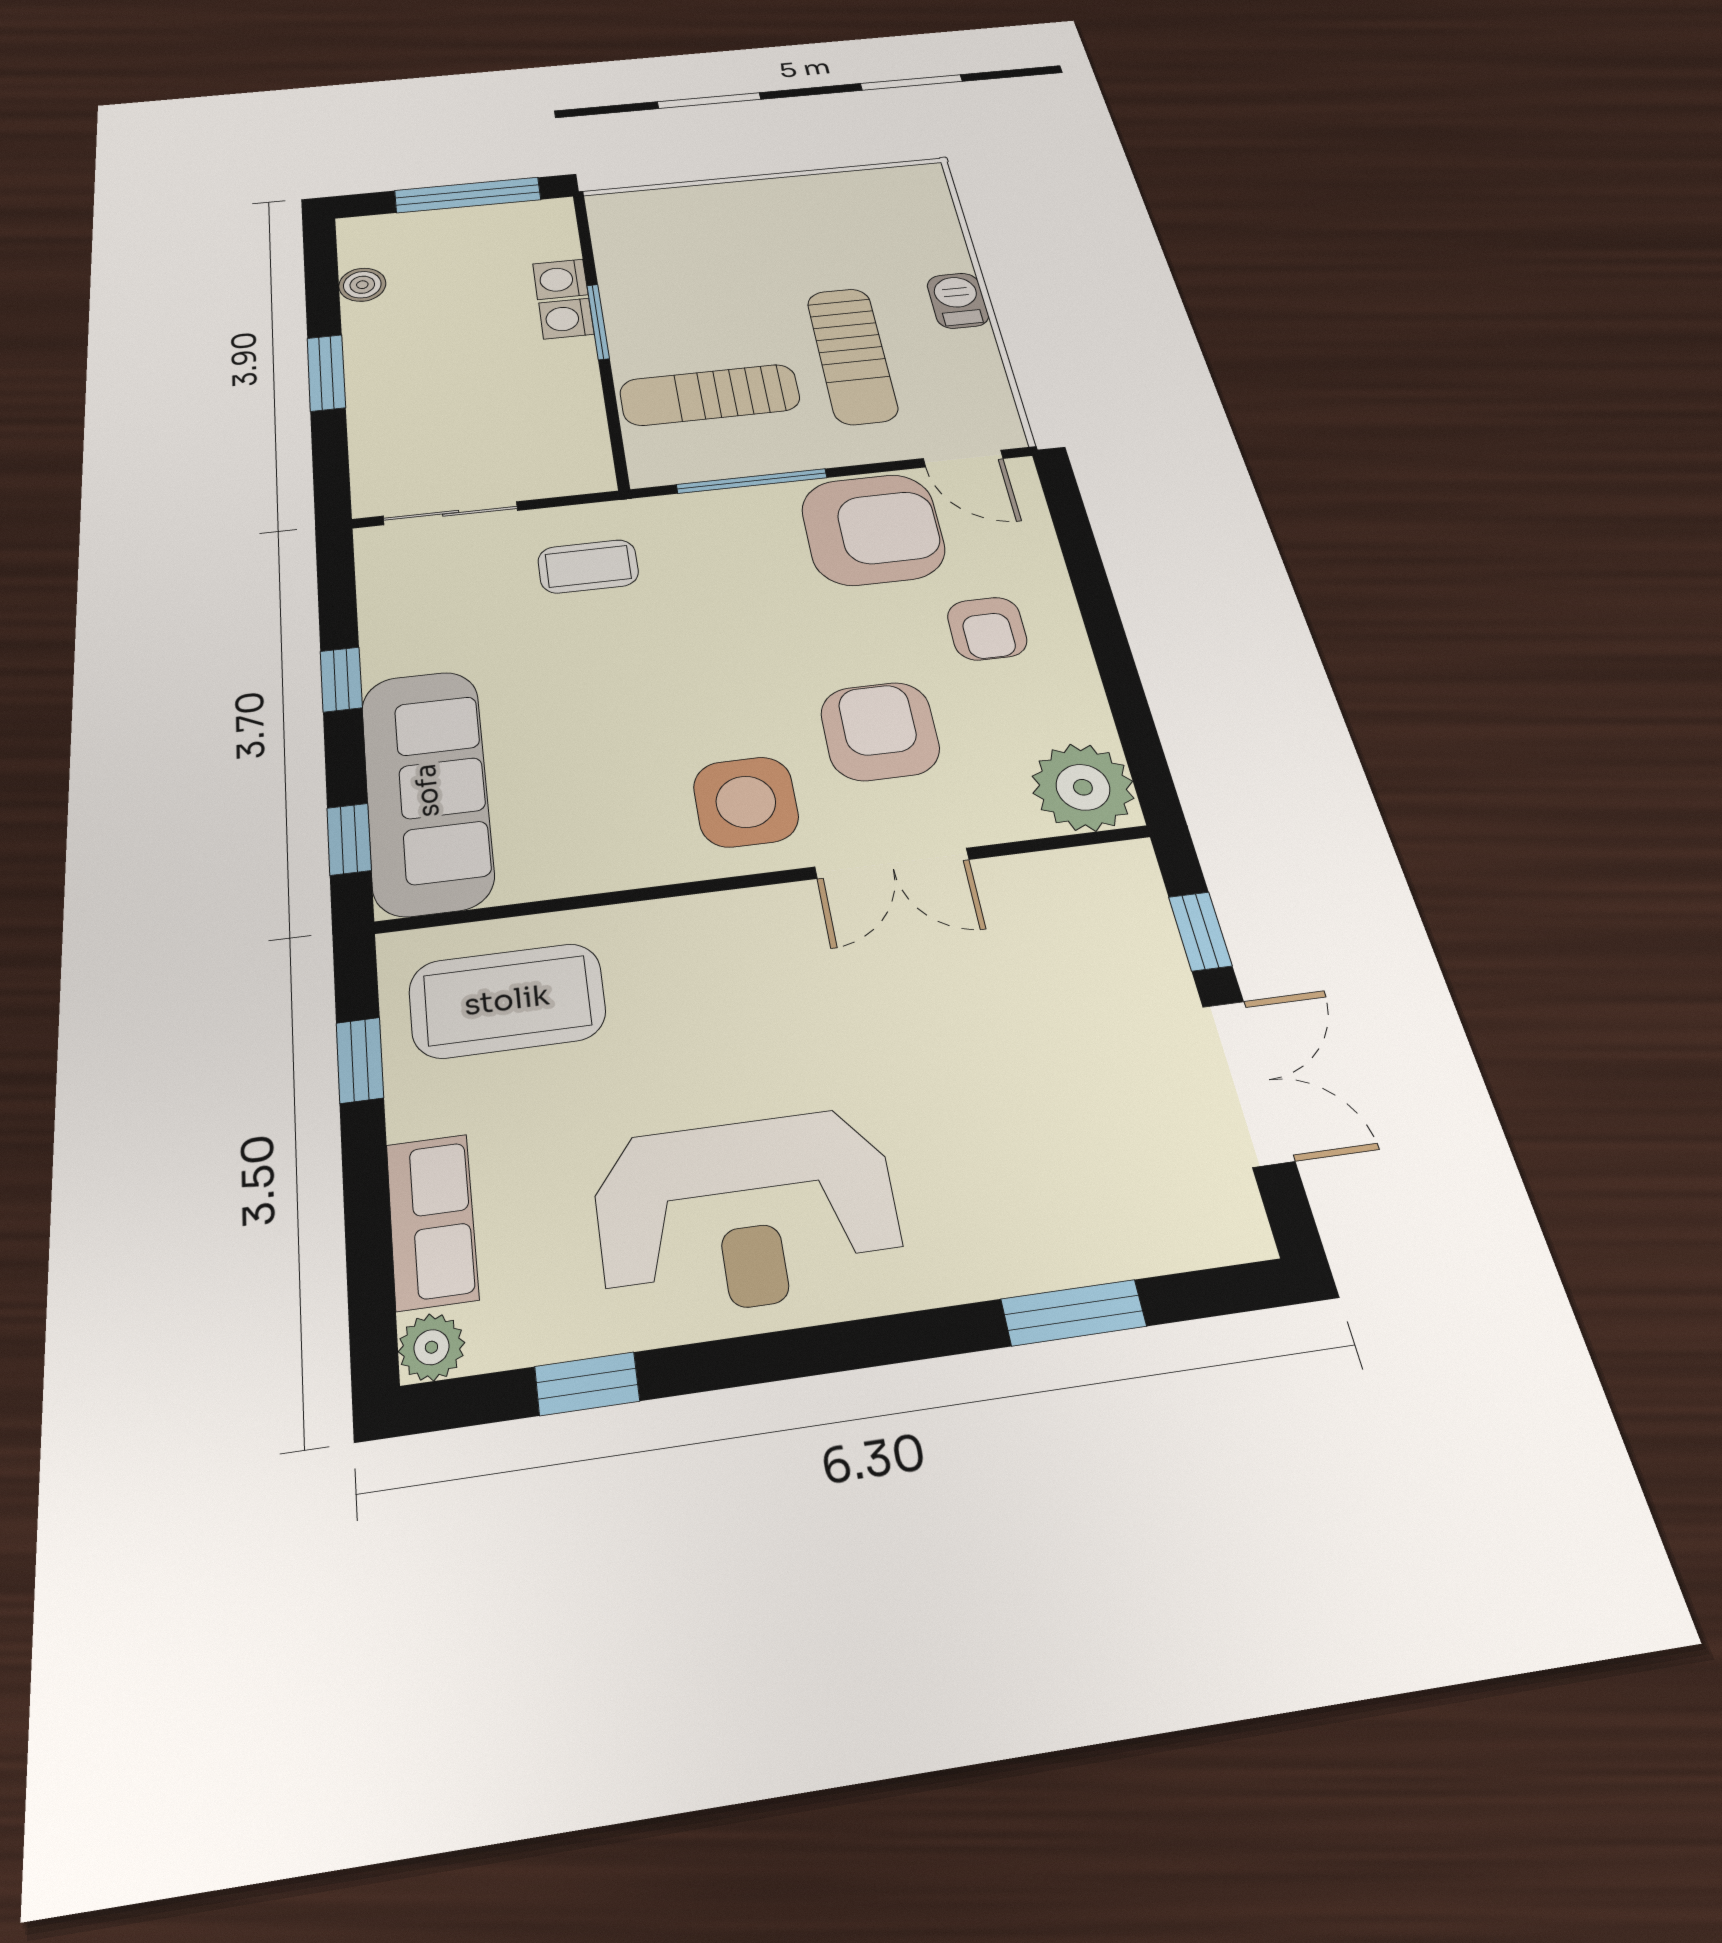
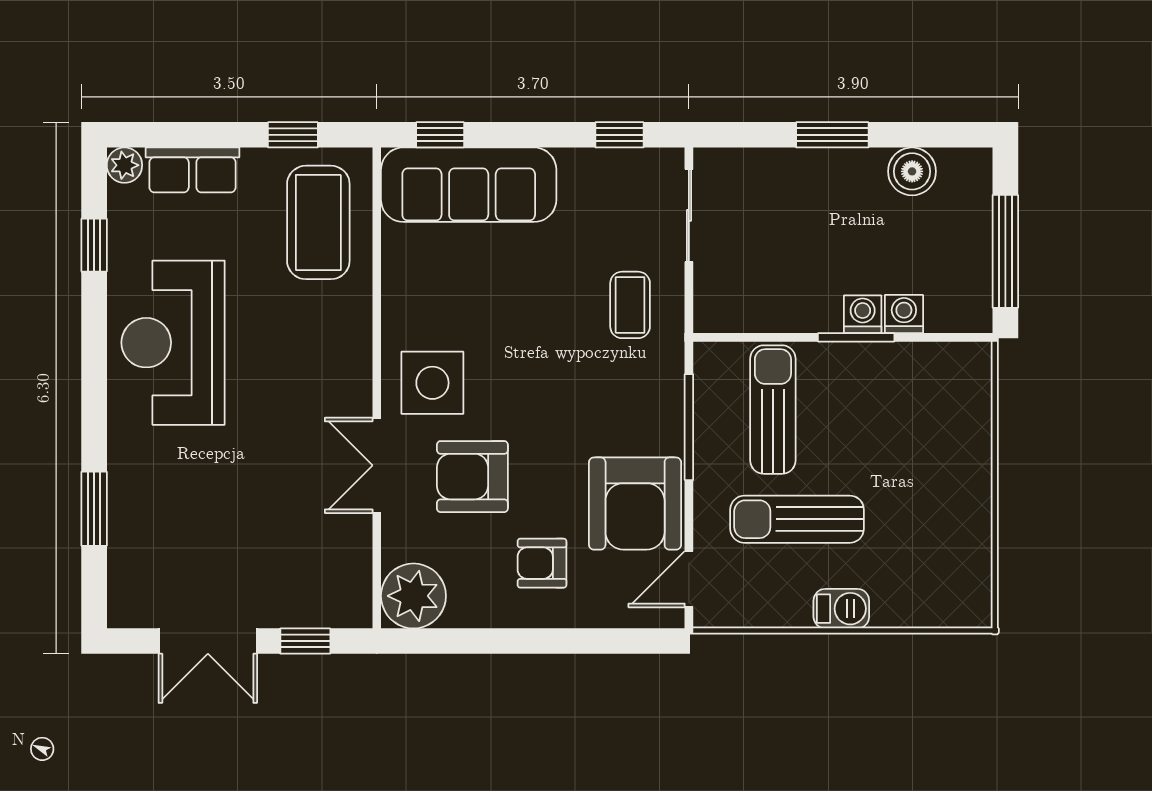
boiler: (362, 285) -> (912, 171), width x1.36, depth x1.36
window: (341, 679) -> (619, 135), moved
armchair: (880, 731) -> (472, 477), turned 180

